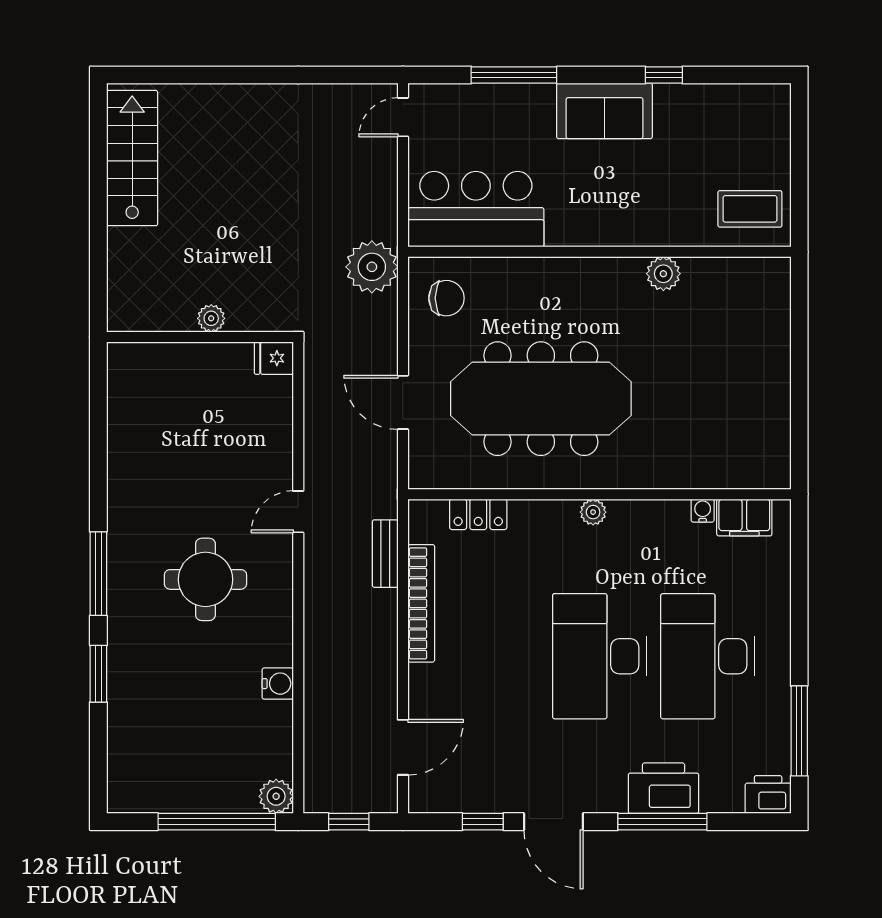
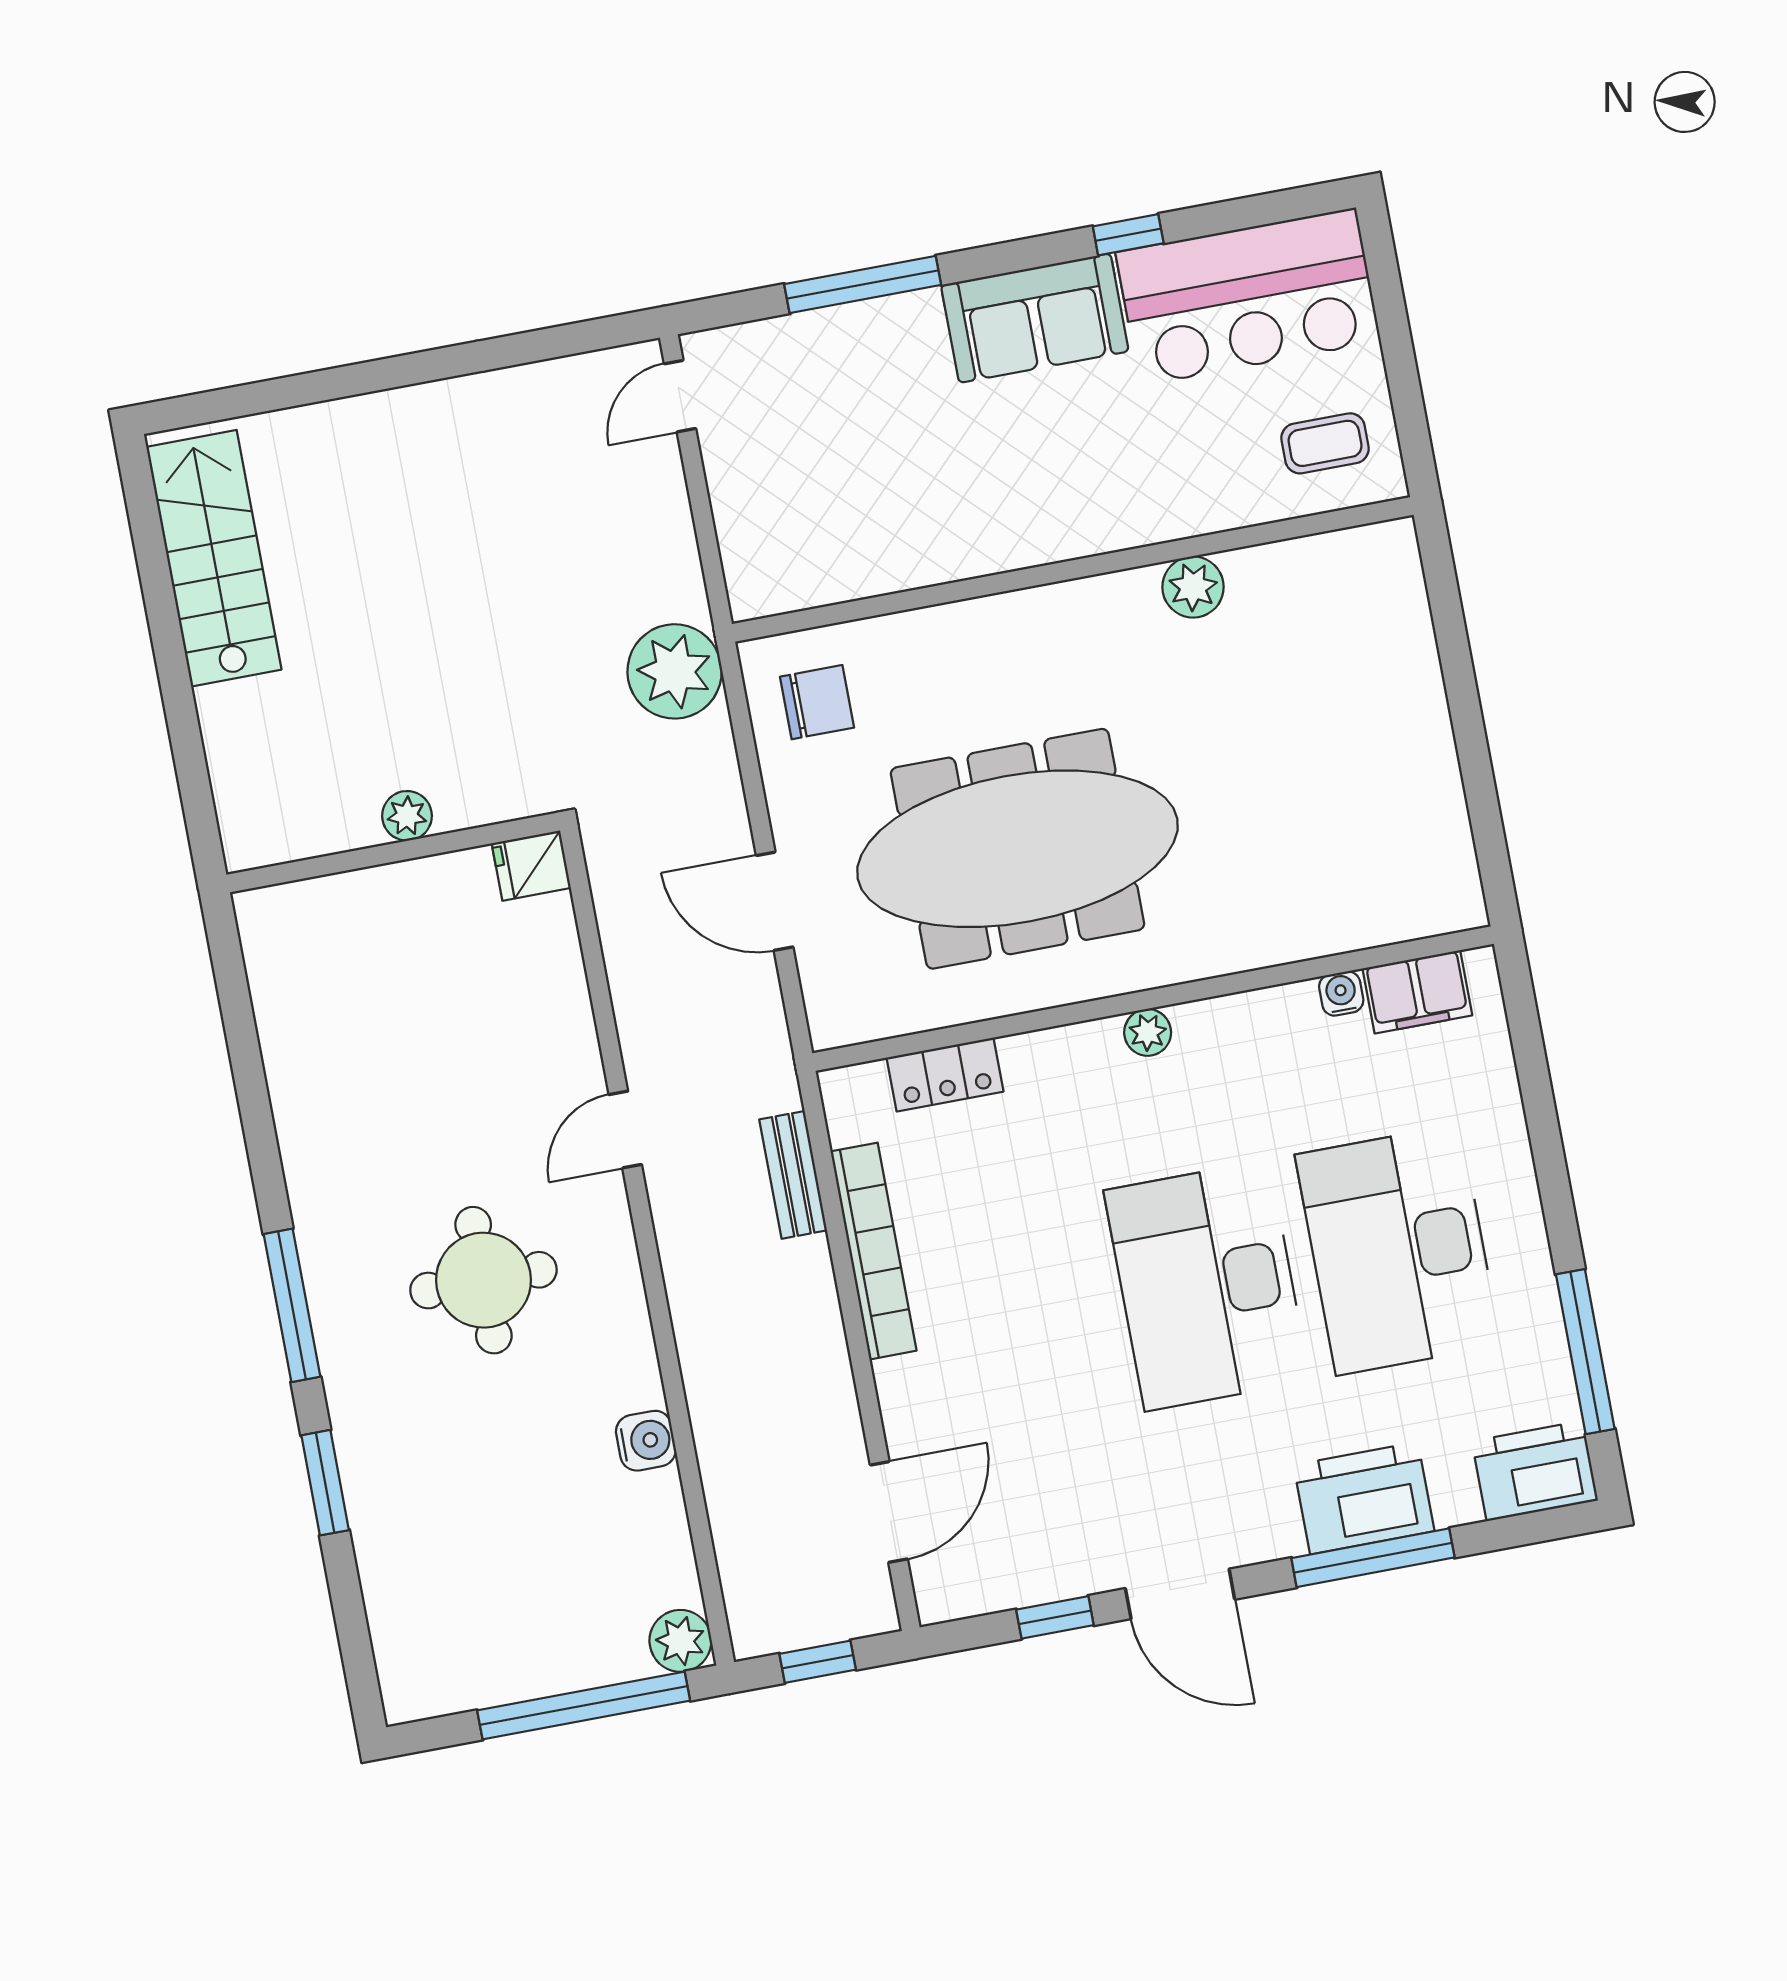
bar counter: (476, 209) -> (1248, 297), moved, turned 180
coffee table: (750, 209) -> (1325, 443), width x0.73, depth x0.77
printer: (768, 795) -> (1535, 1471), width x1.37, depth x1.19

